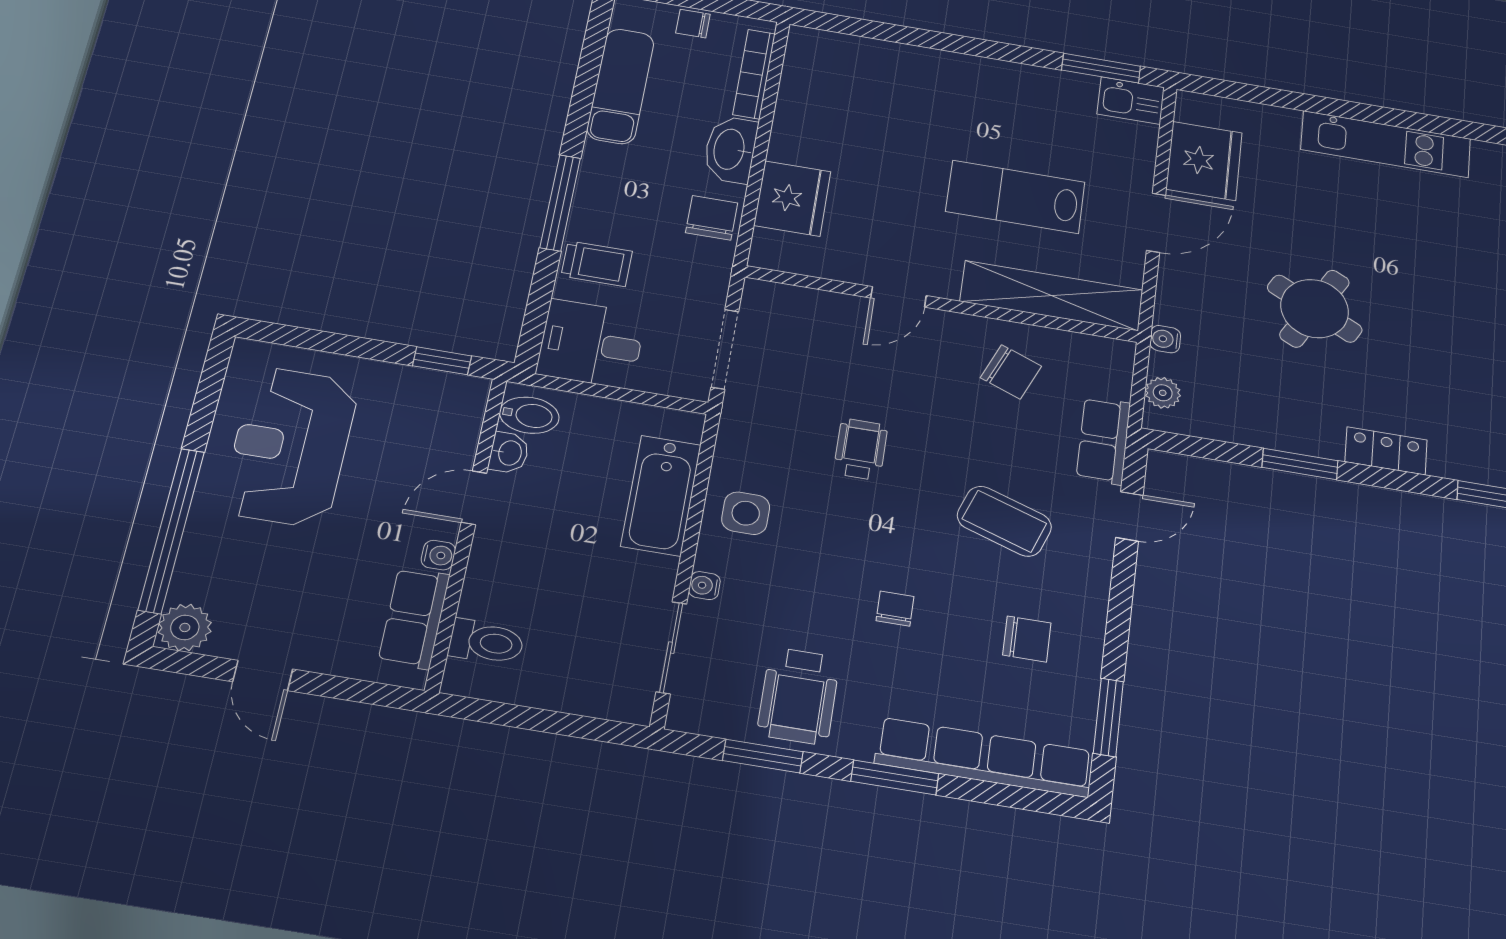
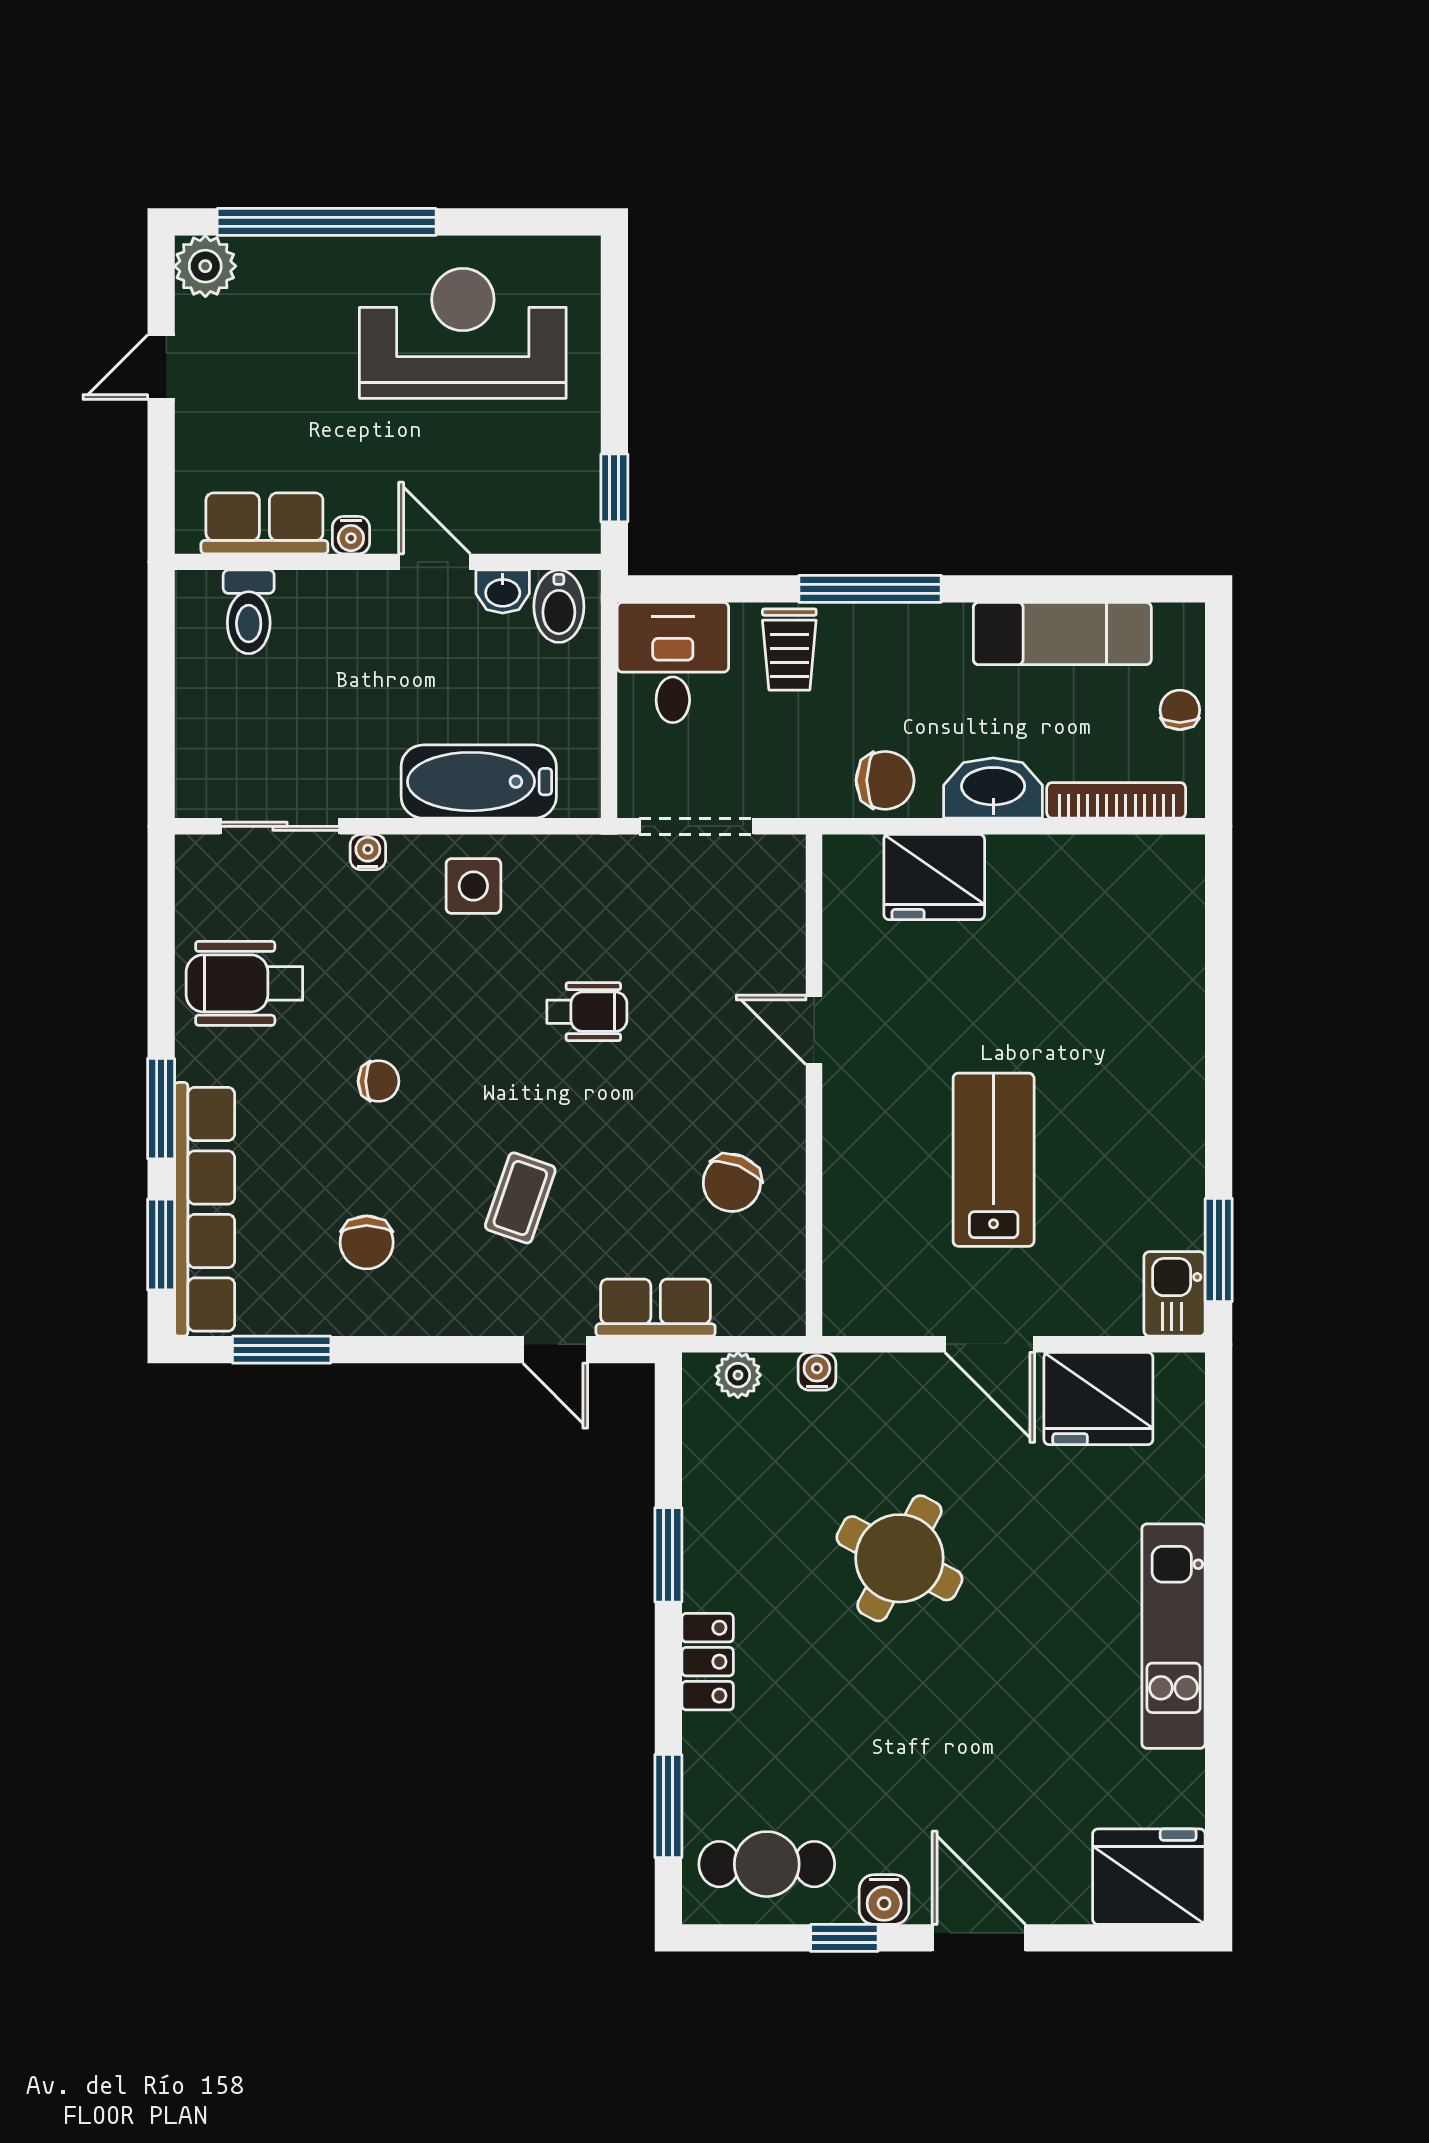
shelving: (1052, 296) -> (853, 1222), removed
coffee table: (1004, 521) -> (520, 1198), width x0.73, depth x0.77
window: (763, 756) -> (161, 1244), moved

